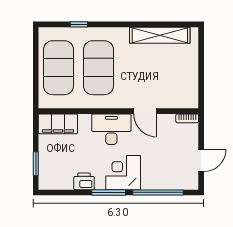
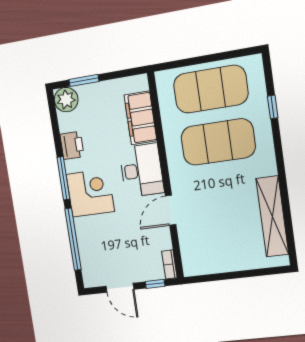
filing cabinet: (58, 124) -> (140, 118), moved
window: (201, 132) -> (155, 284), added
plant: (48, 180) -> (66, 100), added

